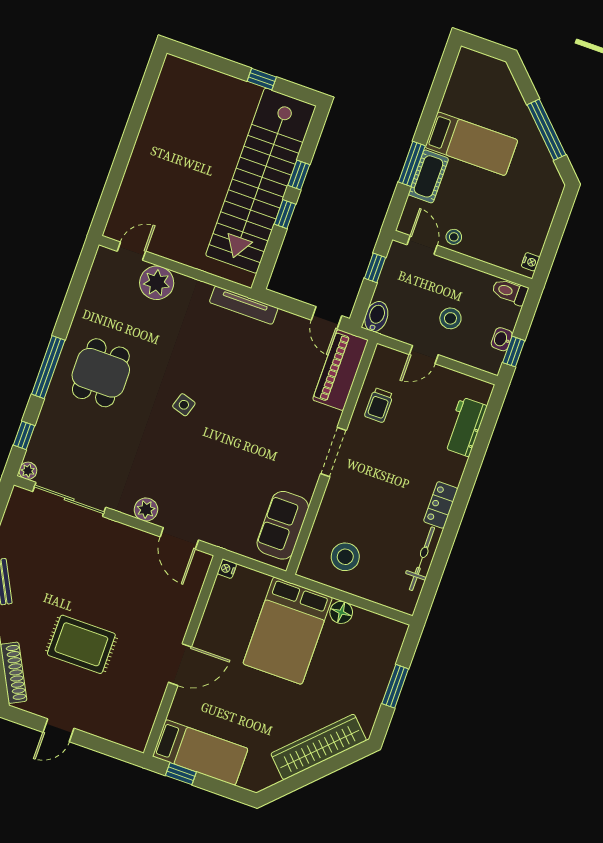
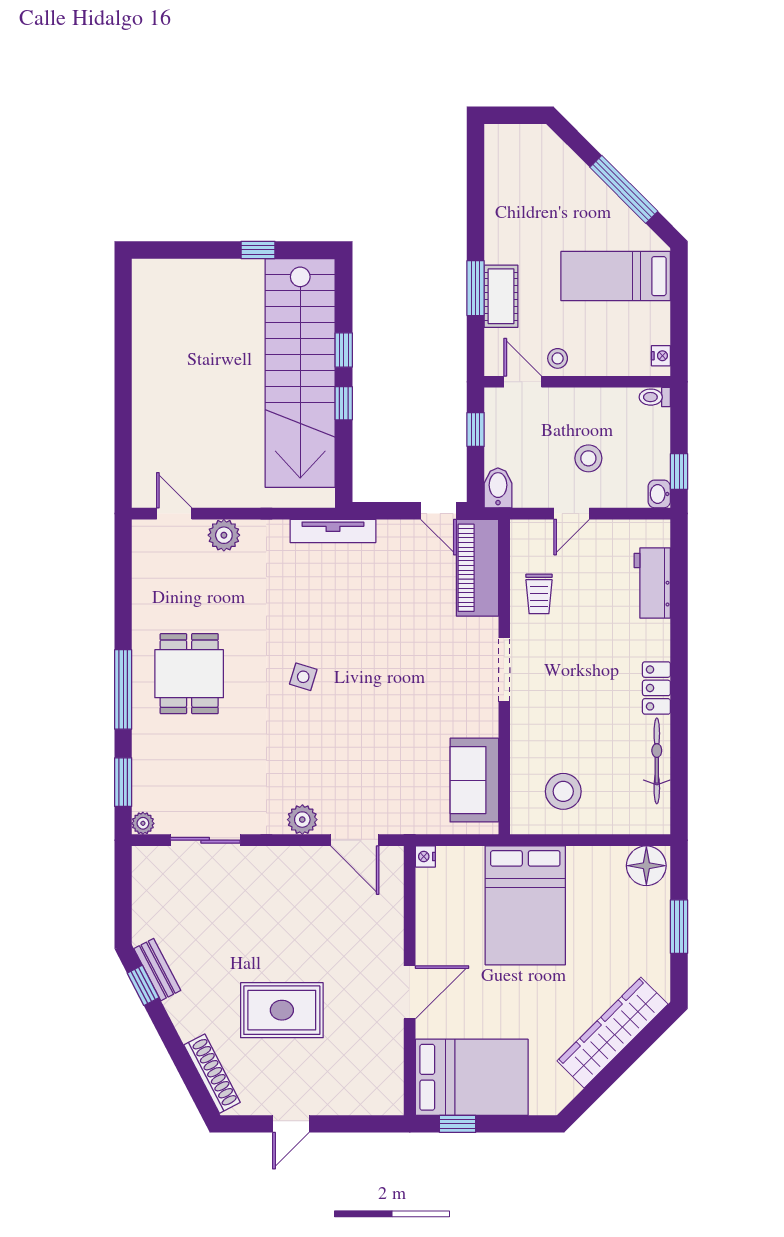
bed: (471, 144) -> (616, 276), moved, turned 180
door: (132, 251) -> (174, 514), hinge flipped
plant: (157, 283) -> (224, 535), width x0.73, depth x0.73
toilet: (510, 292) -> (655, 397), width x0.73, depth x0.72
washbasin: (502, 339) -> (659, 494), moved
window: (24, 435) -> (123, 782), width x1.50
sliding door: (69, 499) -> (205, 840), width x0.73
floor lamp: (341, 612) -> (646, 866), moved, width x1.38, depth x1.38
bed: (200, 752) -> (472, 1077), width x1.50

